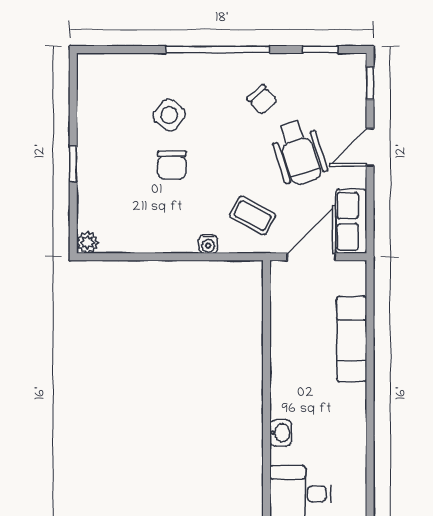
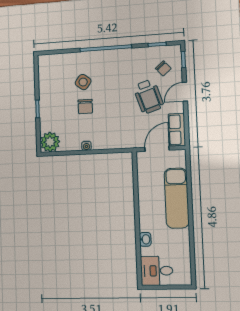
chair: (262, 100) -> (163, 68), moved
coffee table: (253, 215) -> (126, 129), removed
plant: (88, 242) -> (50, 142), width x1.88, depth x1.88
water cooler: (208, 244) -> (86, 146), moved
exam couch: (352, 339) -> (177, 198), width x1.36, depth x1.45

